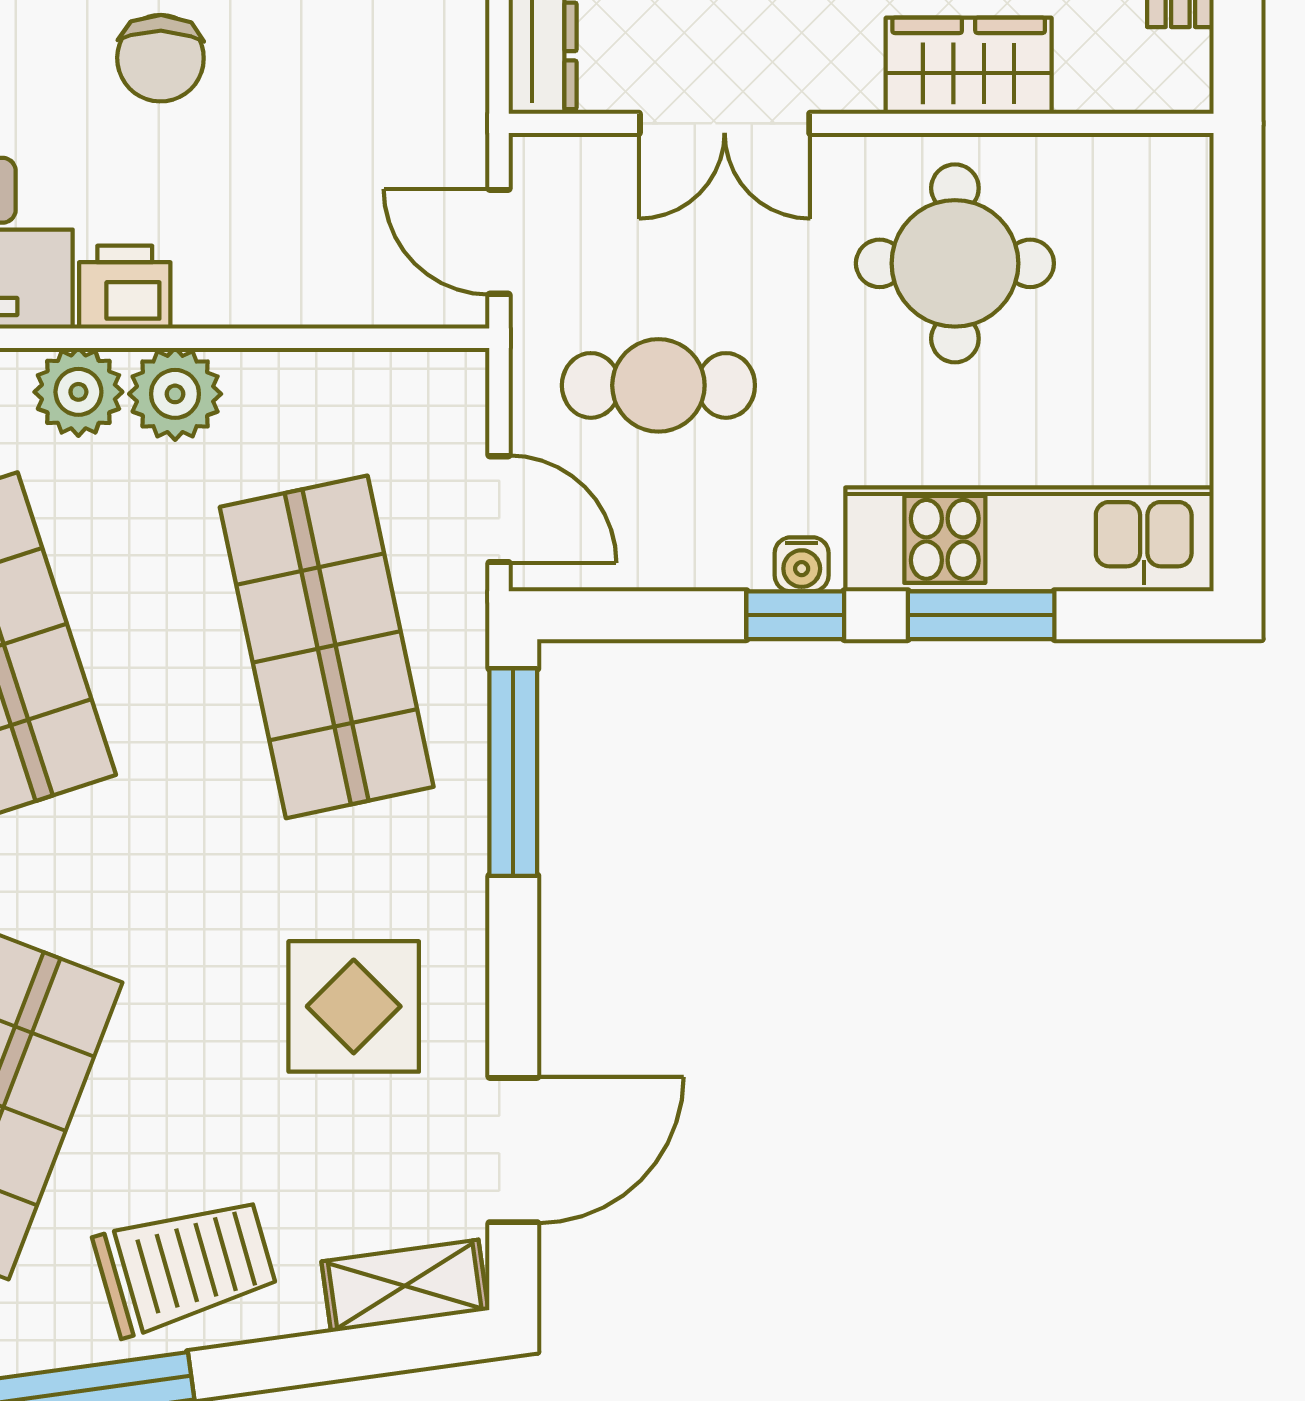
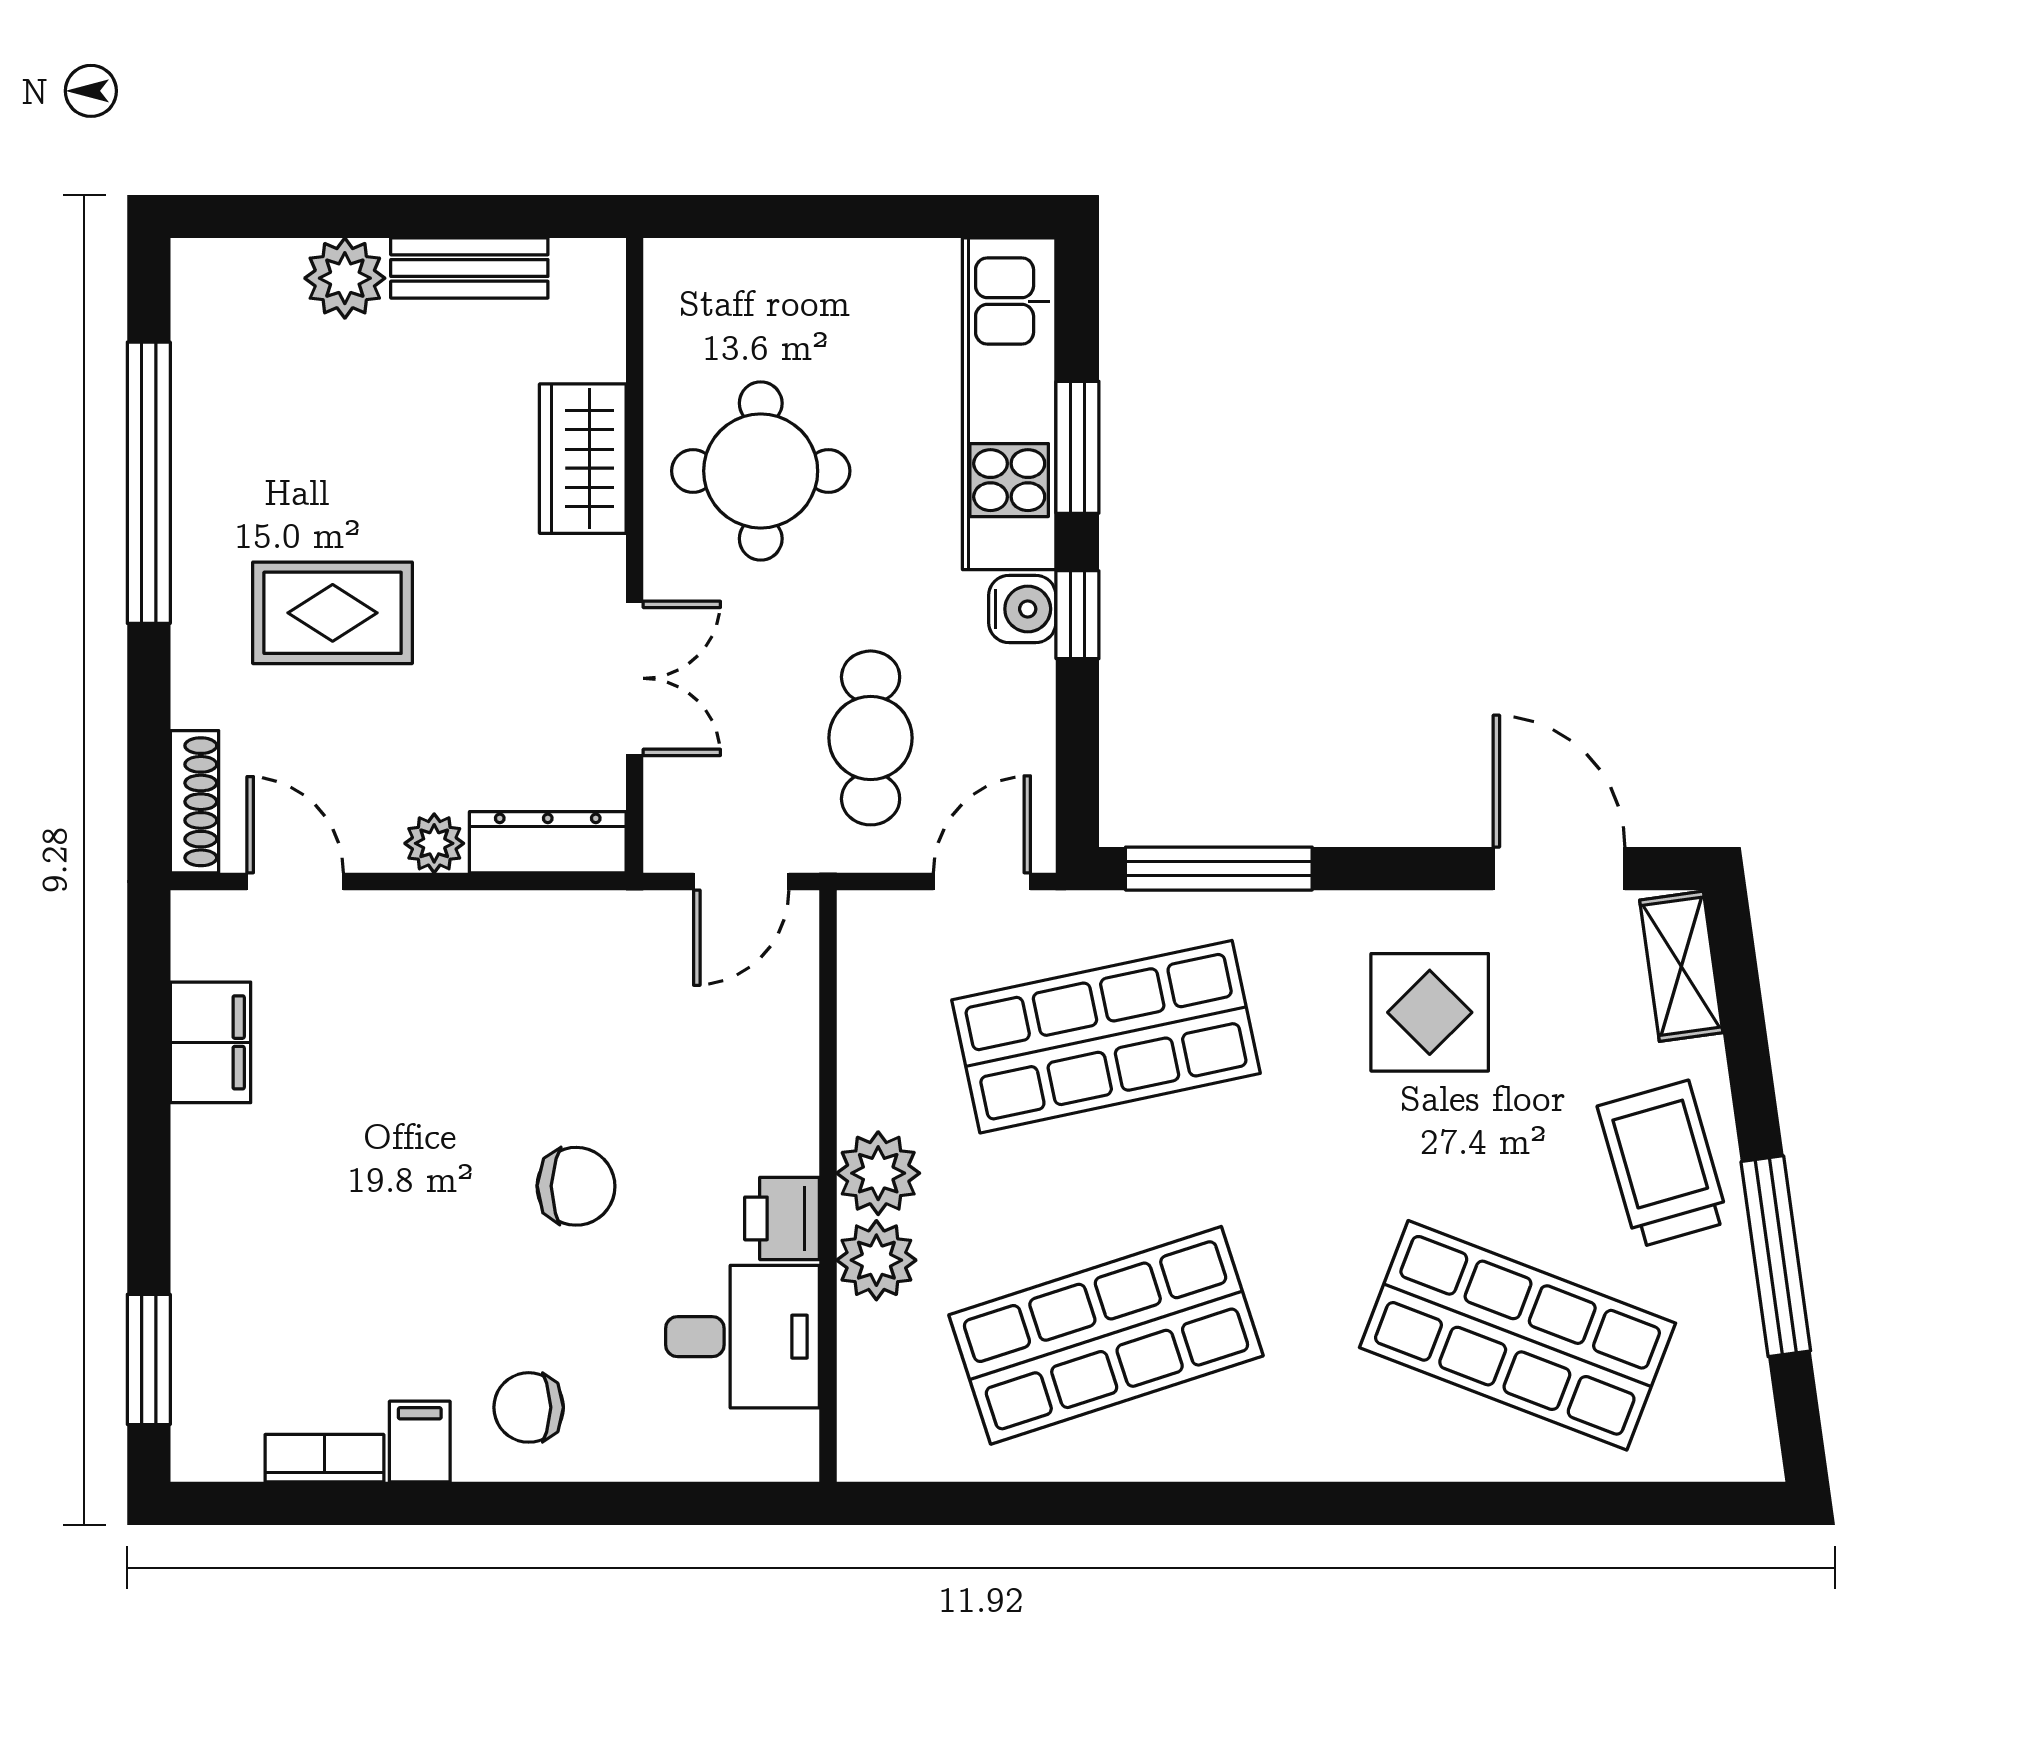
water cooler: (802, 564) -> (1022, 609), width x1.38, depth x1.38

